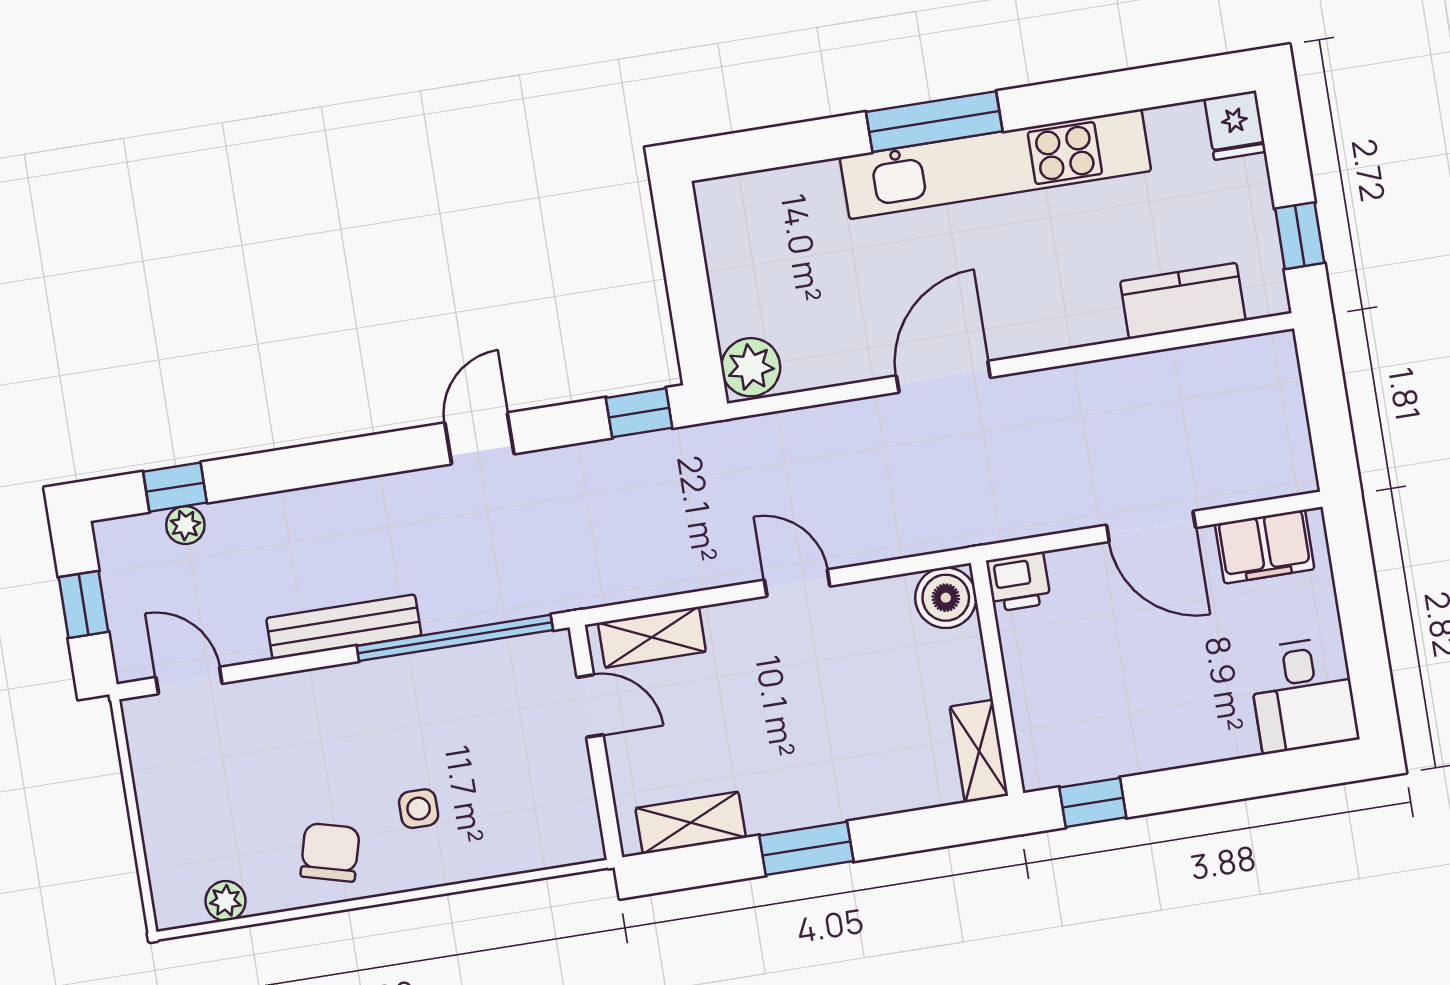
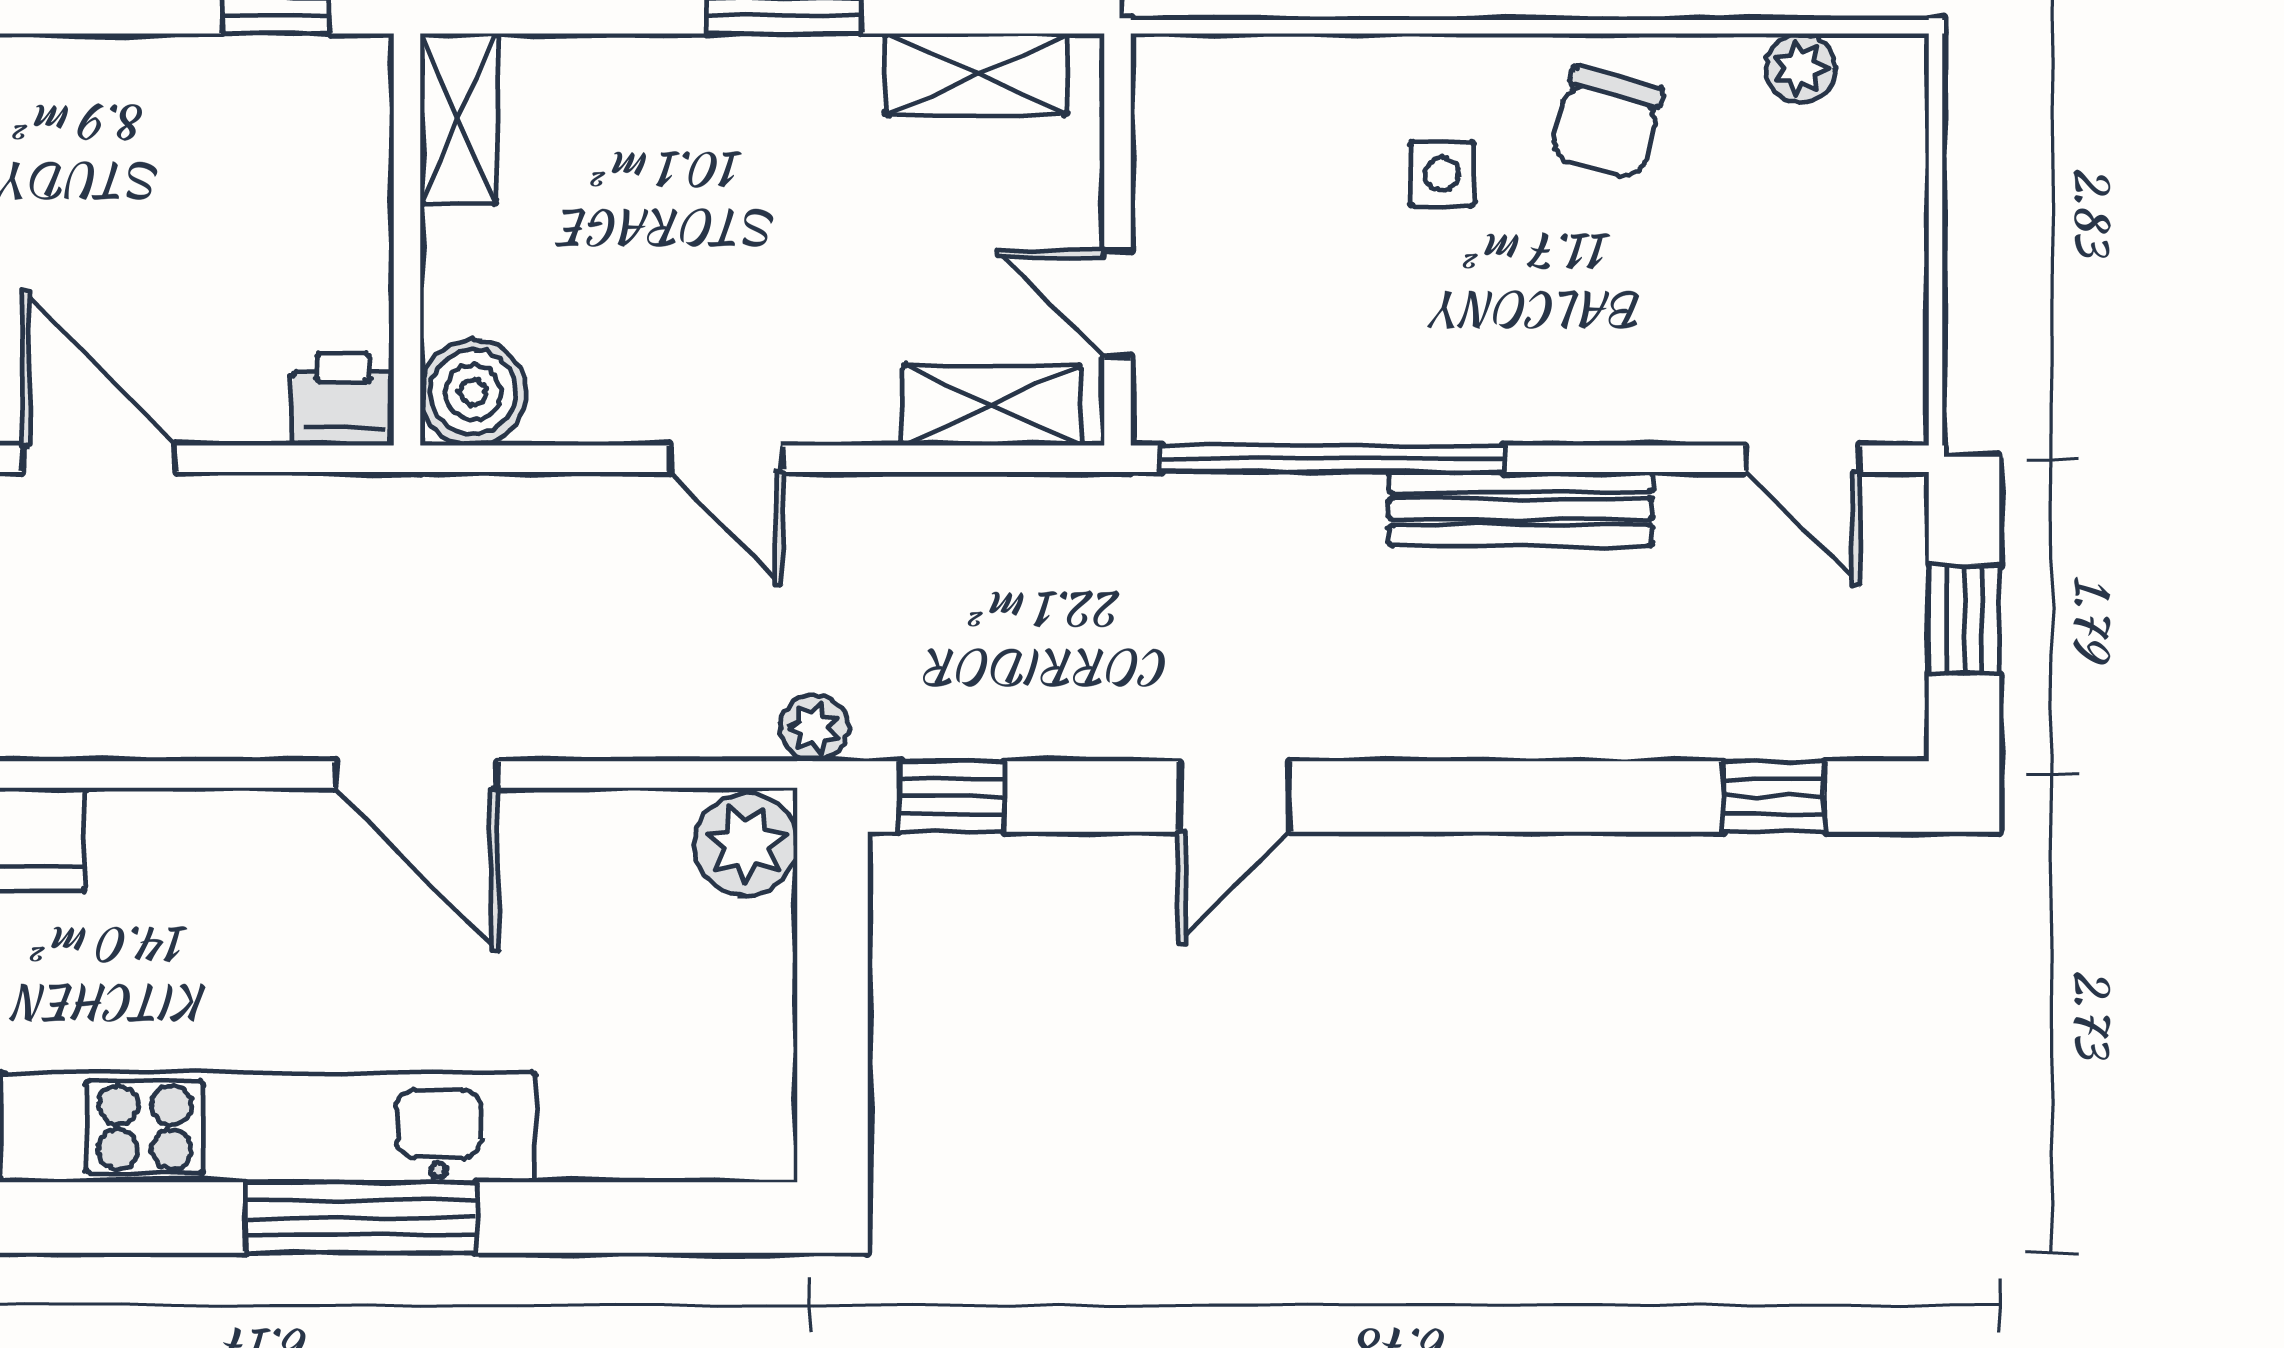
door: (943, 377) -> (416, 774), hinge flipped
plant: (185, 525) -> (814, 728), moved

